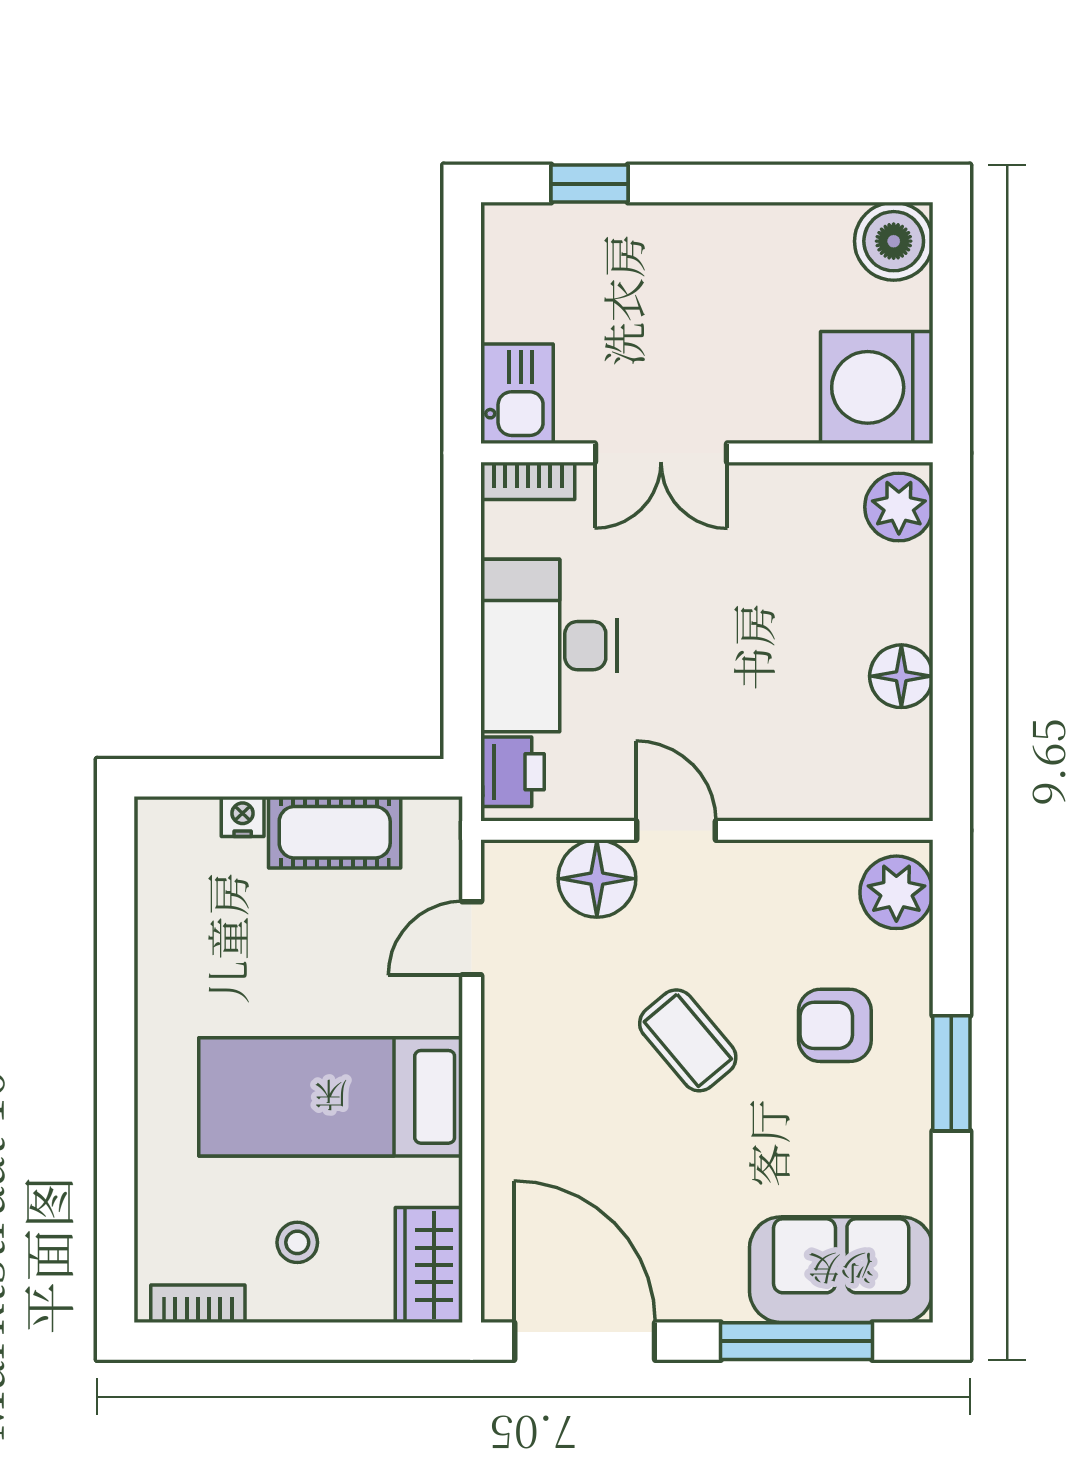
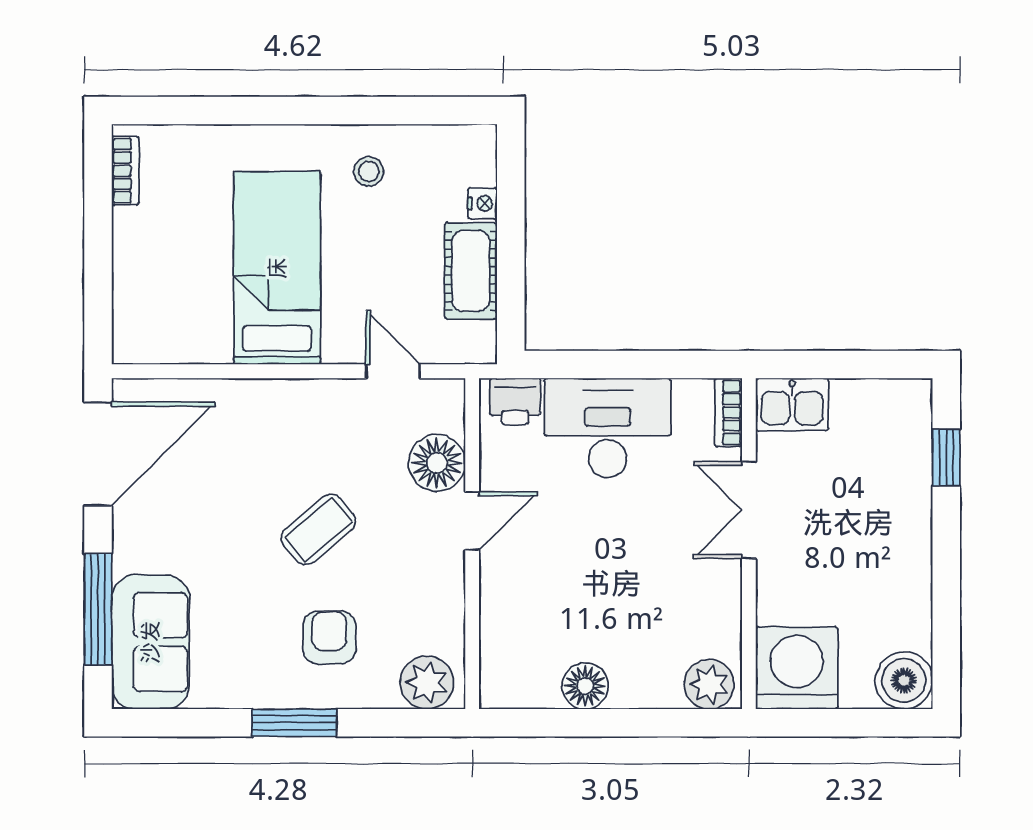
stool: (297, 1242) -> (369, 171), moved
wardrobe: (429, 1265) -> (154, 340), removed

